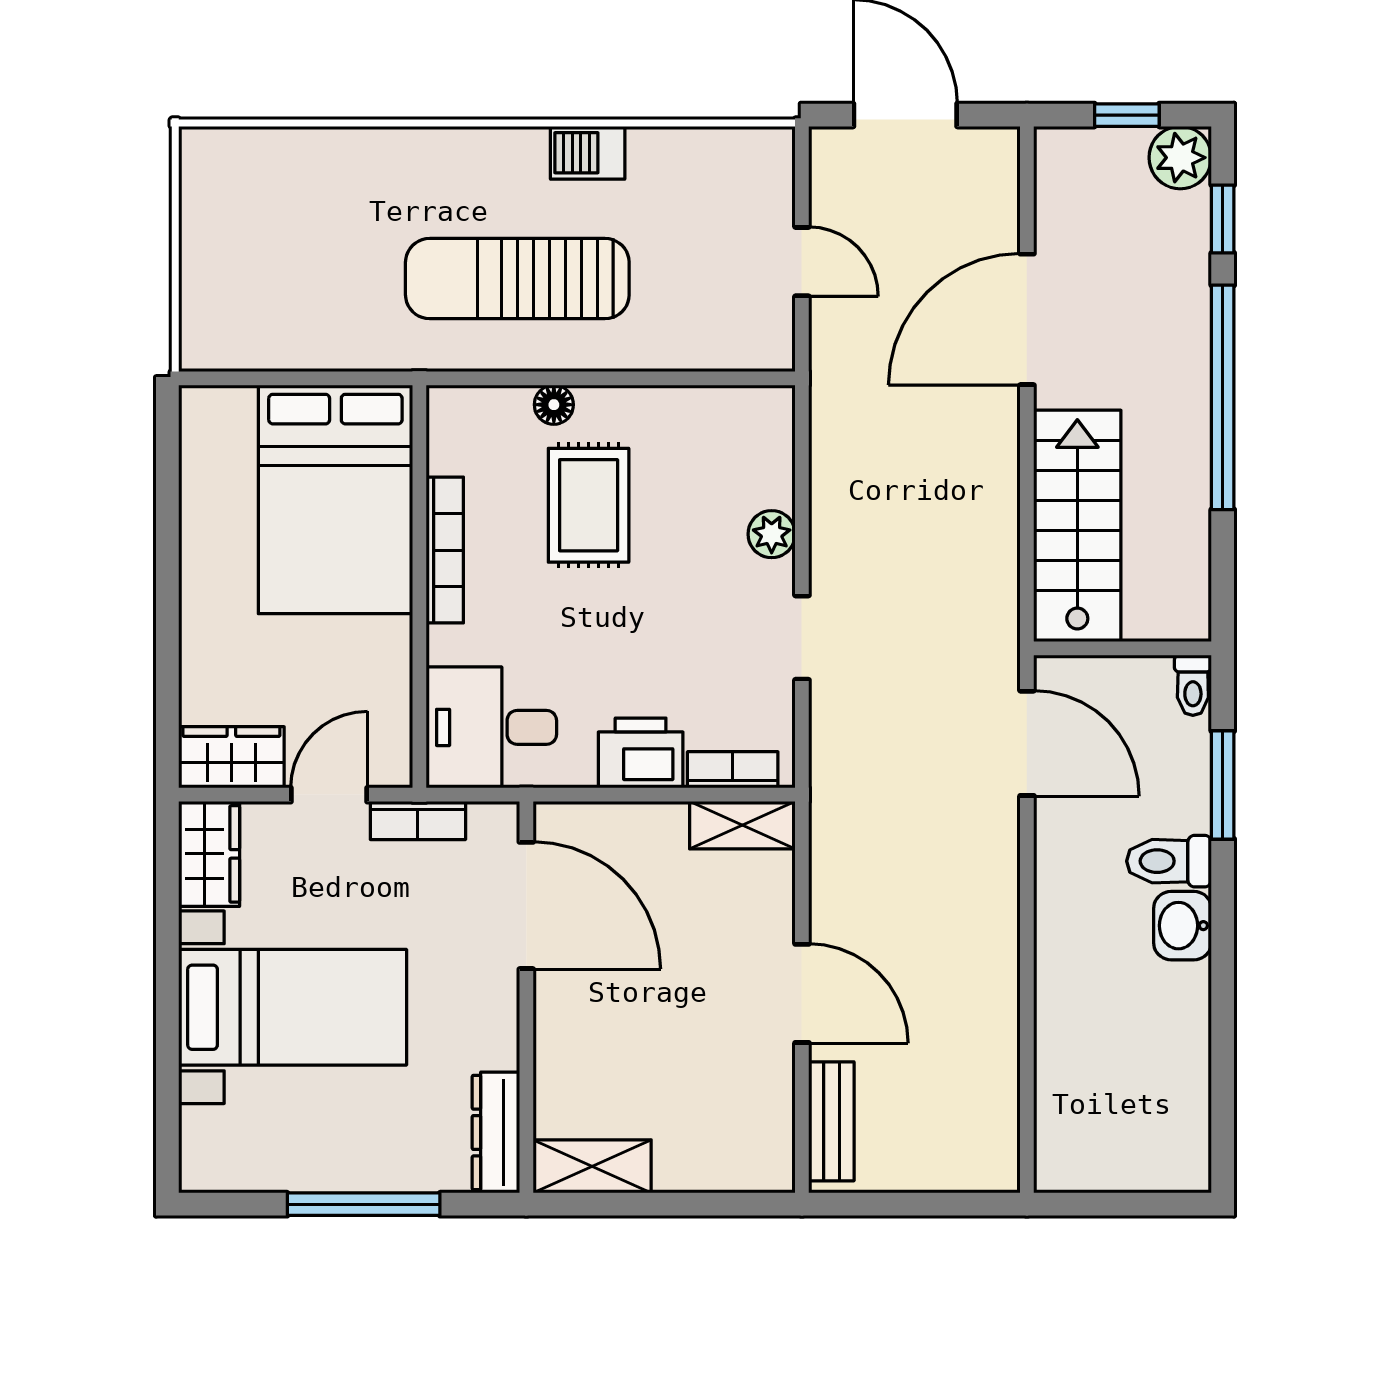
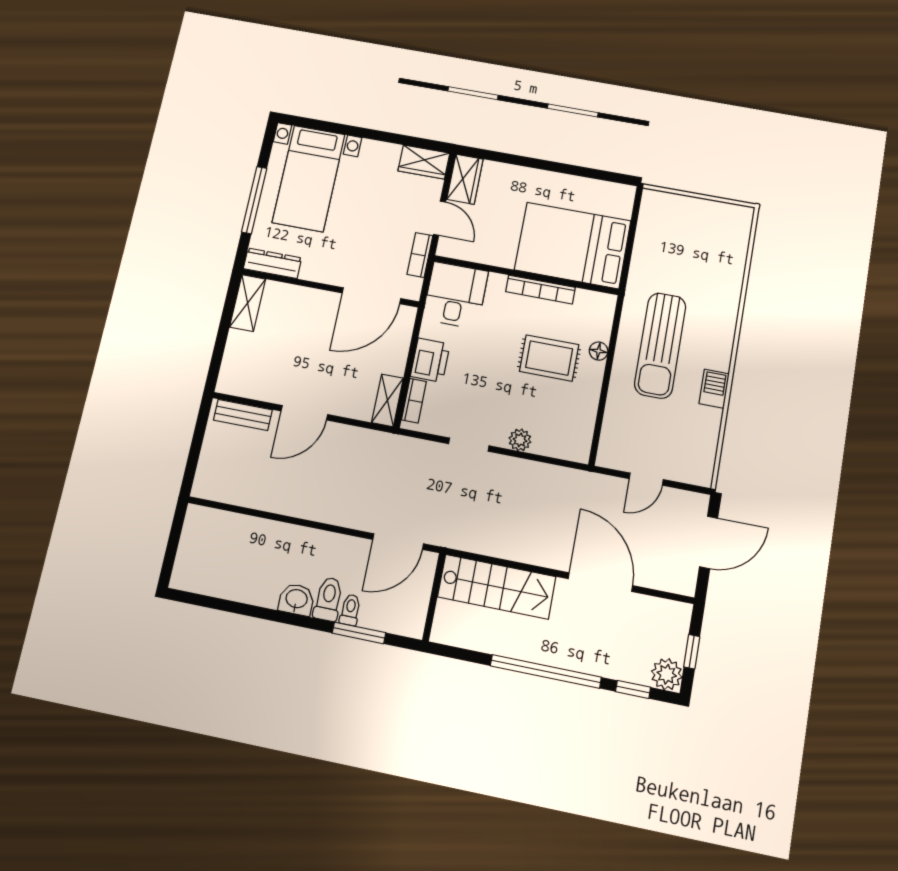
sun lounger: (517, 279) -> (660, 345), turned 180
toilet: (1193, 685) -> (350, 610), moved, turned 90
bed with nightstands: (293, 1007) -> (309, 178), moved

